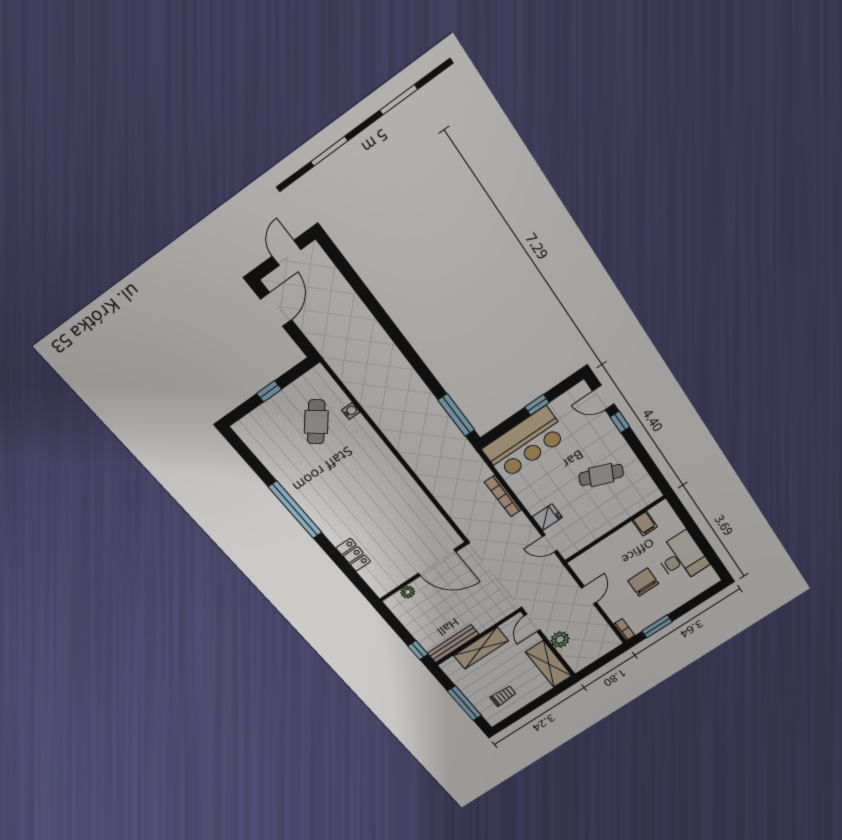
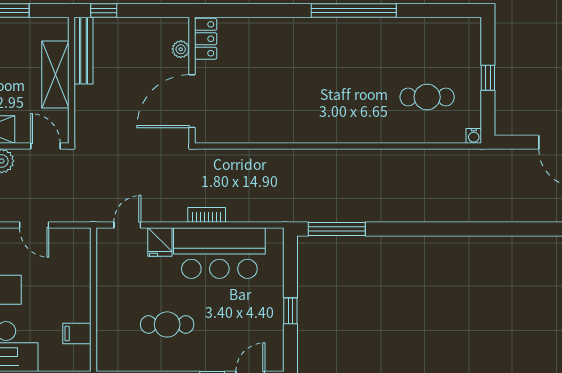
water cooler: (351, 411) -> (474, 136), moved
cafe table: (316, 422) -> (427, 97), turned -39
bar counter: (525, 443) -> (219, 253), moved, turned -90
cafe table: (601, 475) -> (167, 324), turned 66
bookcase: (503, 496) -> (207, 215), width x0.64
locker: (353, 555) -> (206, 39), moved, turned -90

